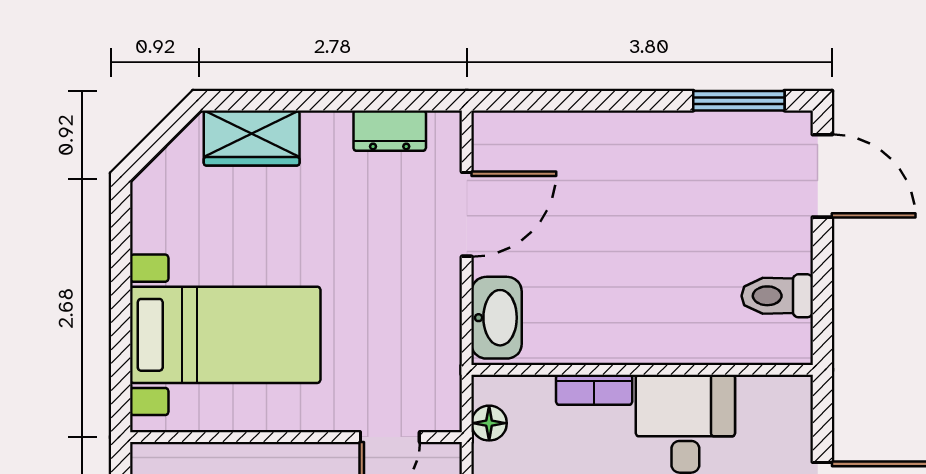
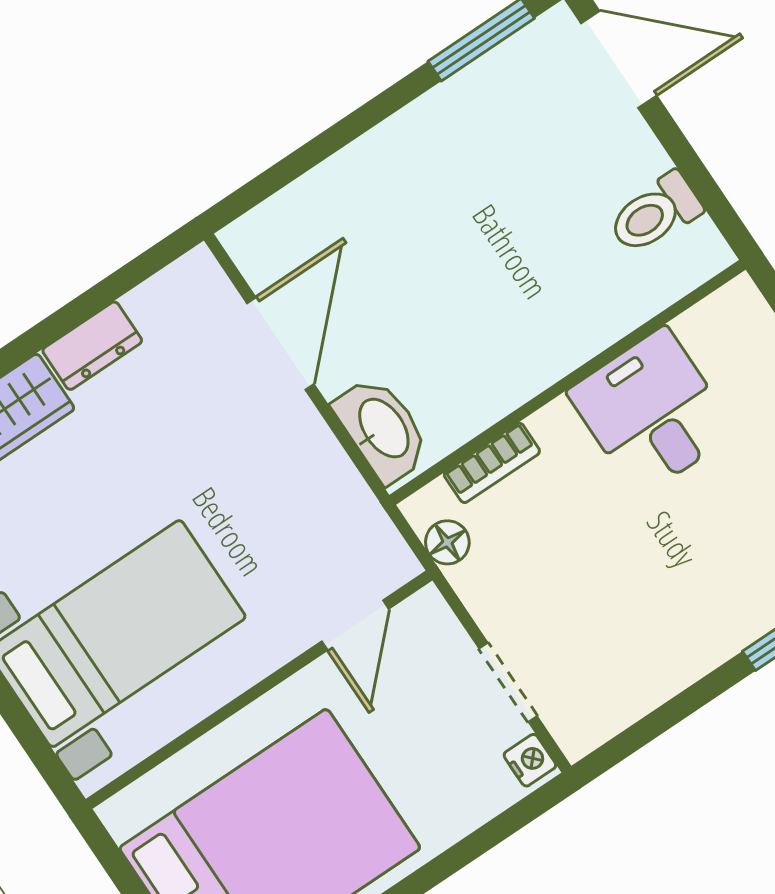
dresser: (390, 131) -> (92, 346), moved
bookcase: (594, 390) -> (492, 463), moved

